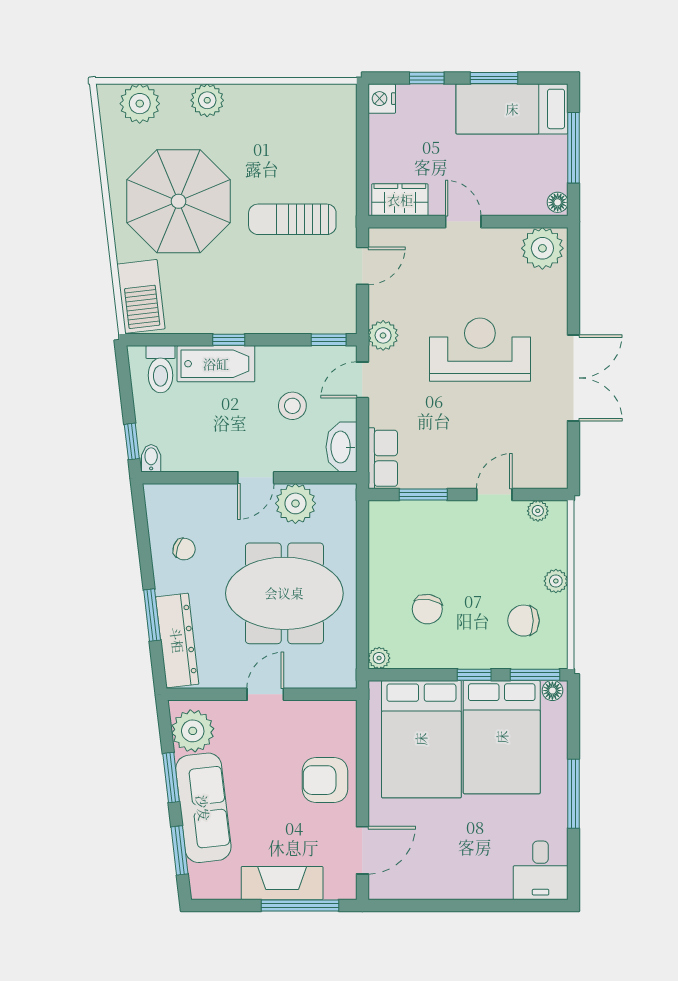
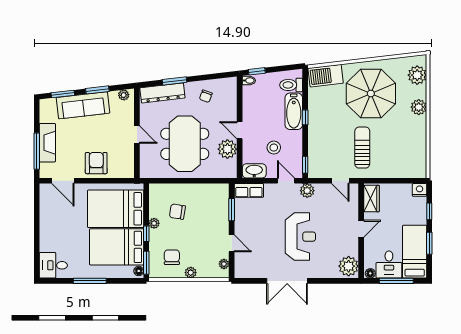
desk: (539, 163) -> (389, 265), added
plant: (379, 658) -> (154, 223), moved
plant: (193, 731) -> (124, 95), width x0.53, depth x0.53

